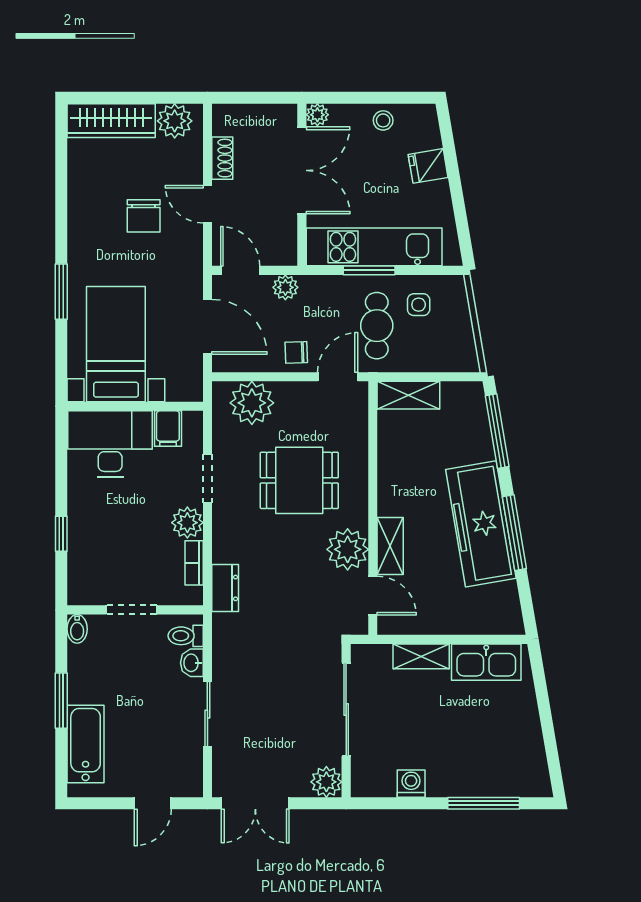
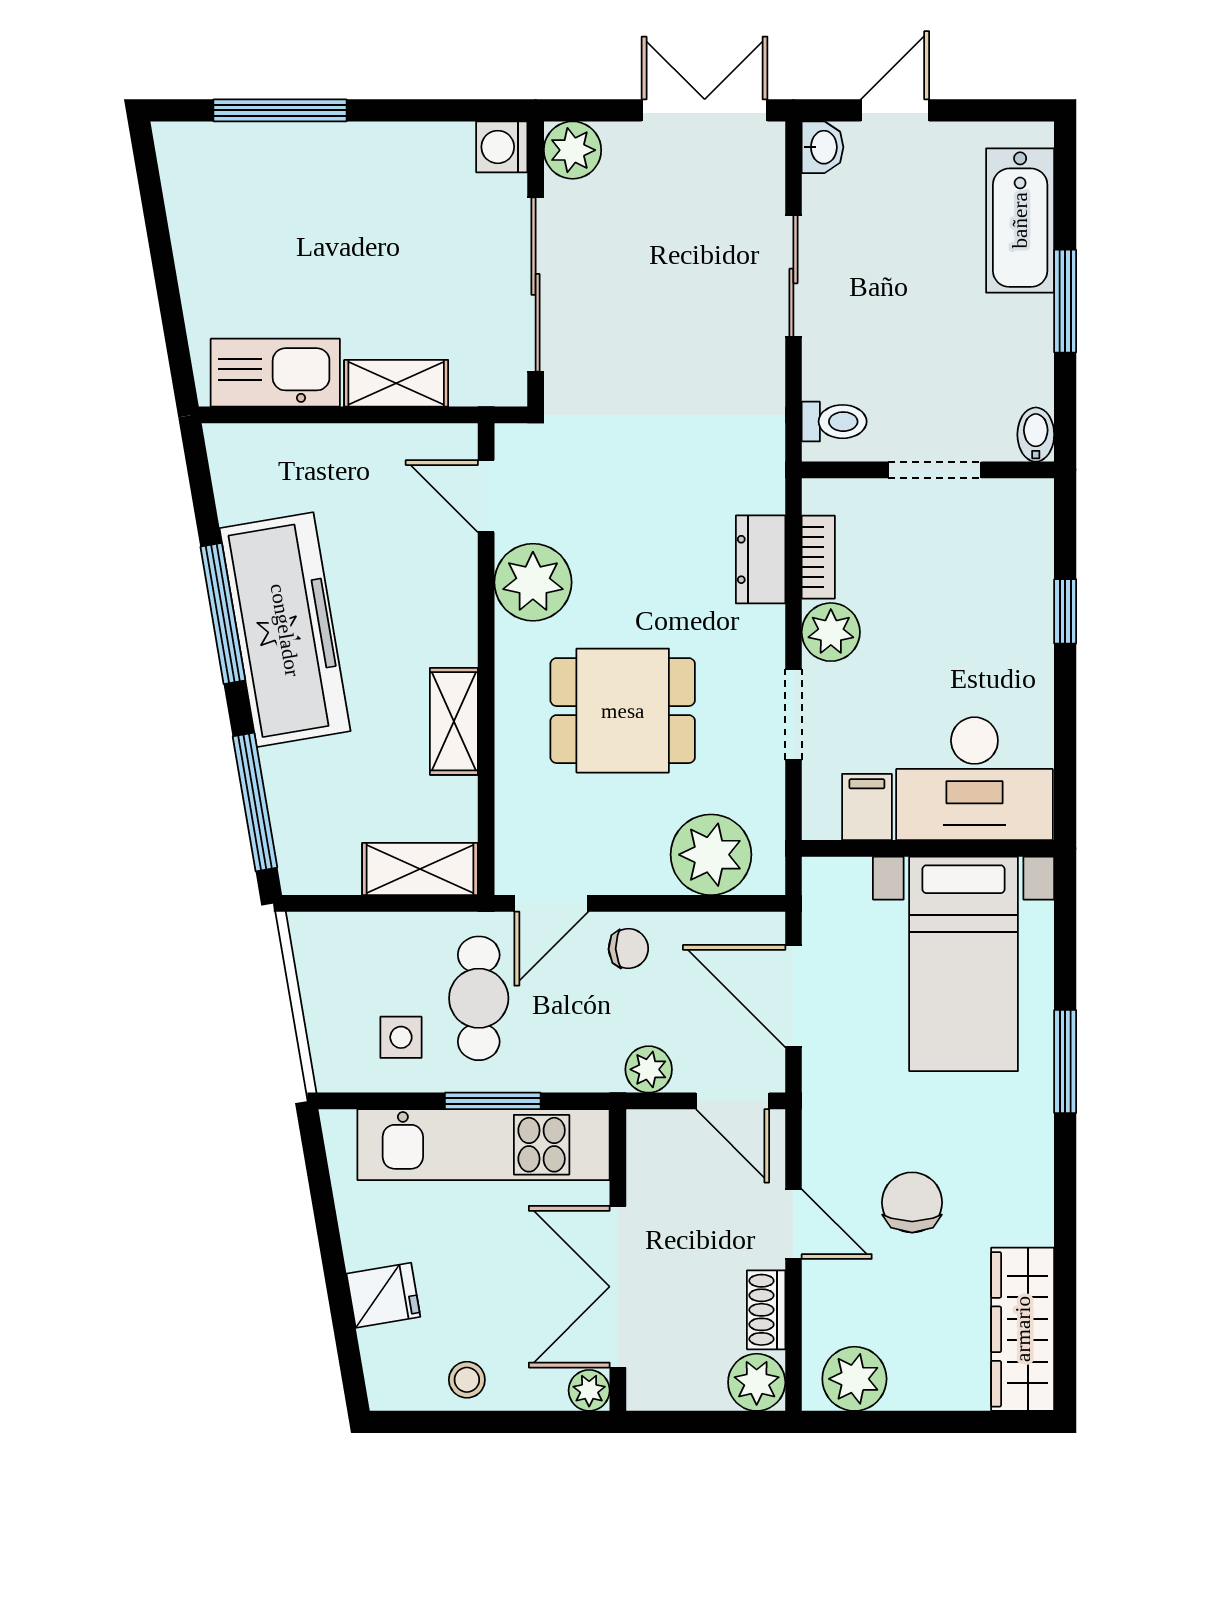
plant: (227, 119) -> (757, 1382), added
wardrobe: (111, 121) -> (1023, 1329), moved, turned -90
shelving: (390, 546) -> (454, 721), moved
dresser: (225, 588) -> (761, 559), moved
washbasin: (192, 663) -> (823, 147), moved
washing machine: (411, 784) -> (502, 147), moved, turned 90

